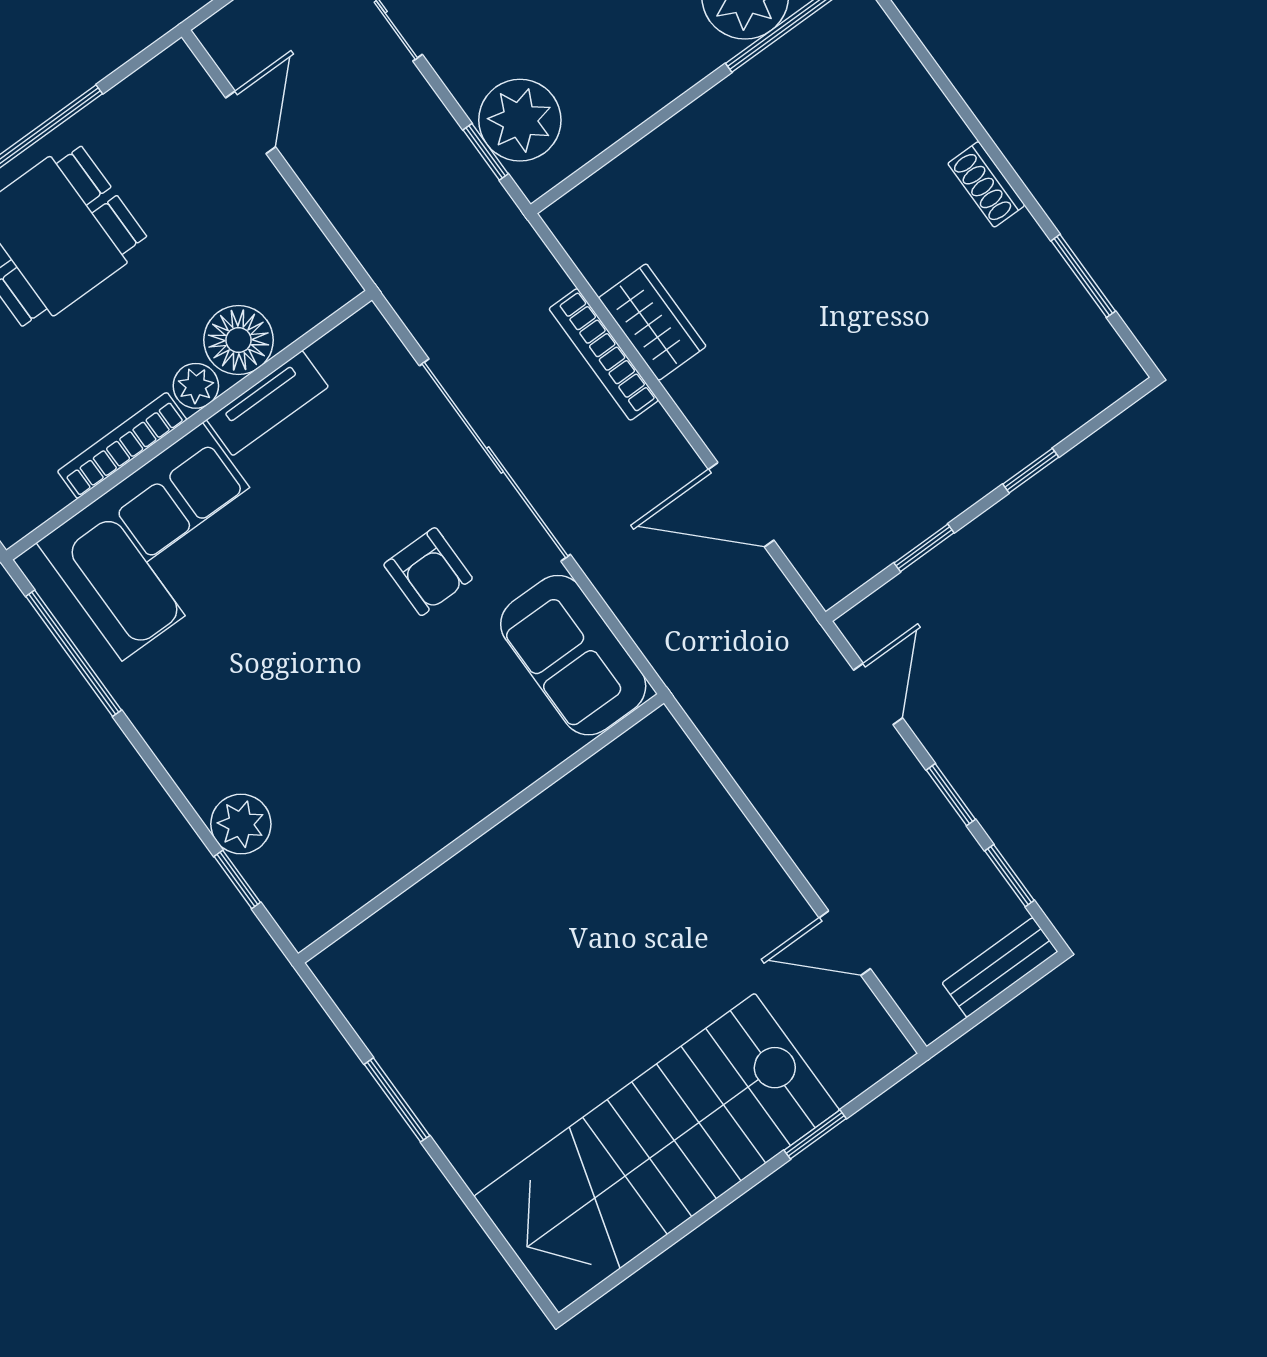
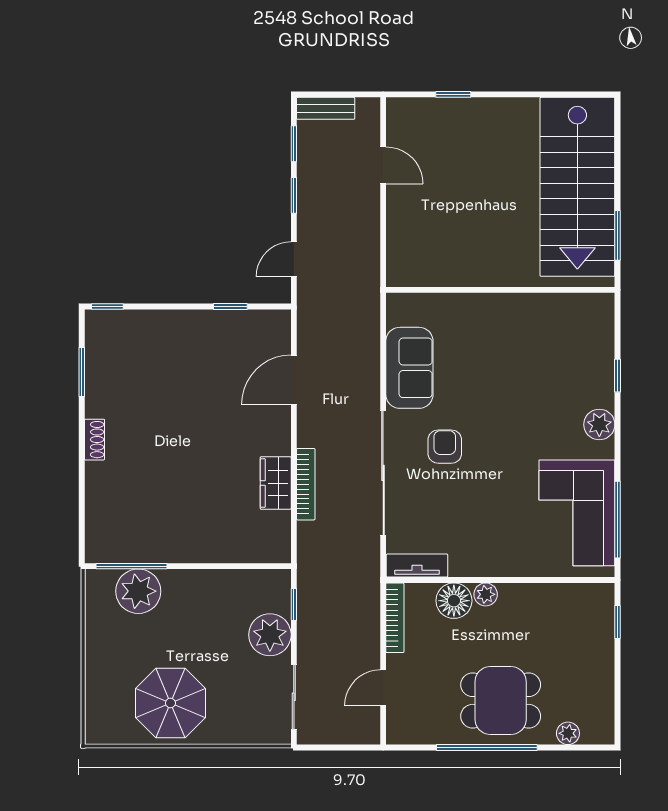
plant: (520, 120) -> (270, 635), moved
tv unit: (267, 403) -> (417, 566), moved
bookcase: (122, 445) -> (395, 618), moved, turned -90
window: (1031, 471) -> (107, 307), moved
door: (741, 505) -> (294, 380), swing flipped
corner sofa: (162, 542) -> (577, 513), moved, turned -90
plant: (241, 824) -> (599, 425), moved
wall: (481, 828) -> (500, 290), moved
stairs: (657, 1153) -> (577, 187), moved, turned 90

